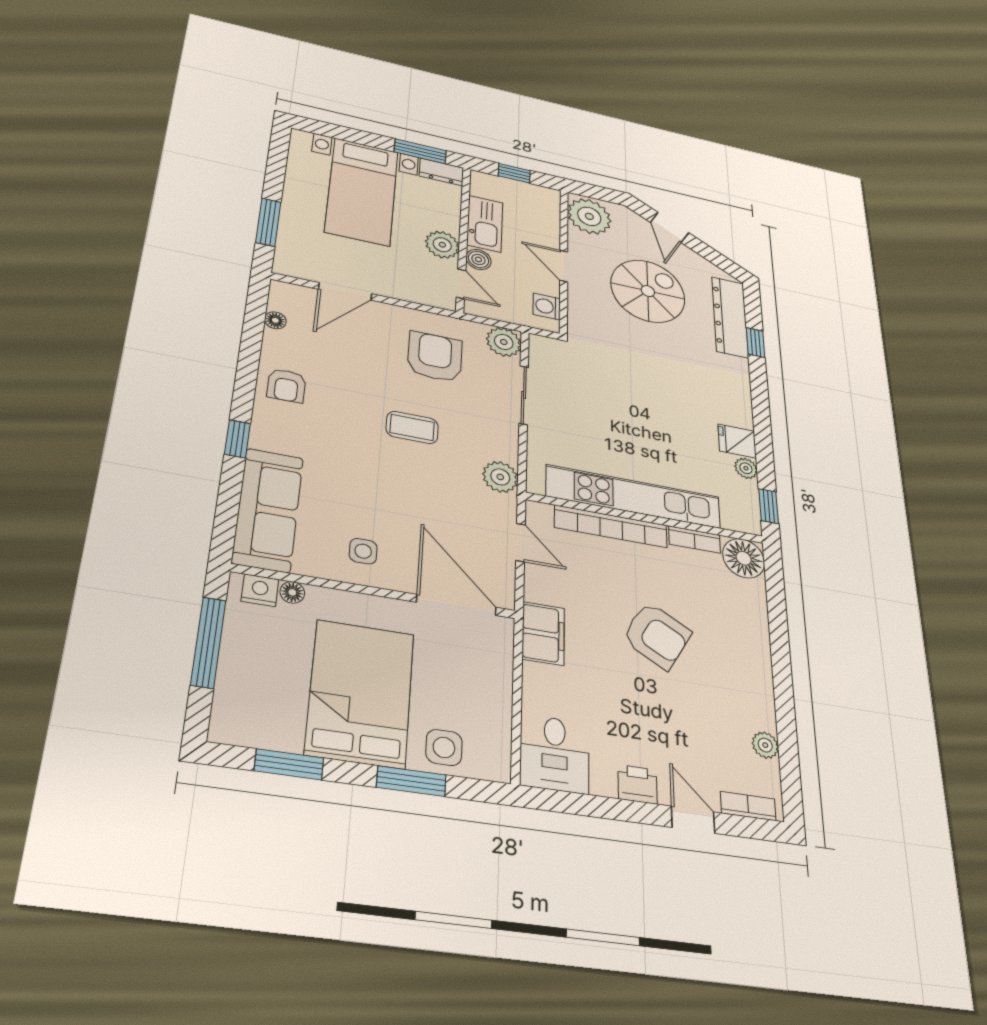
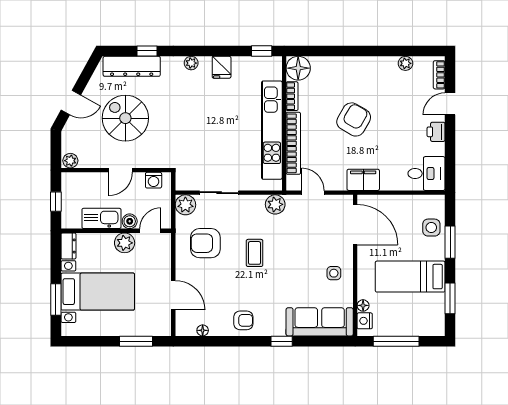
window: (420, 151) -> (56, 299), moved
plant: (589, 216) -> (70, 161), width x0.53, depth x0.53
plant: (746, 468) -> (191, 63), moved
door: (520, 543) -> (313, 193), hinge flipped
door: (457, 605) -> (355, 225), swing flipped
bed: (360, 693) -> (410, 277), width x0.67

